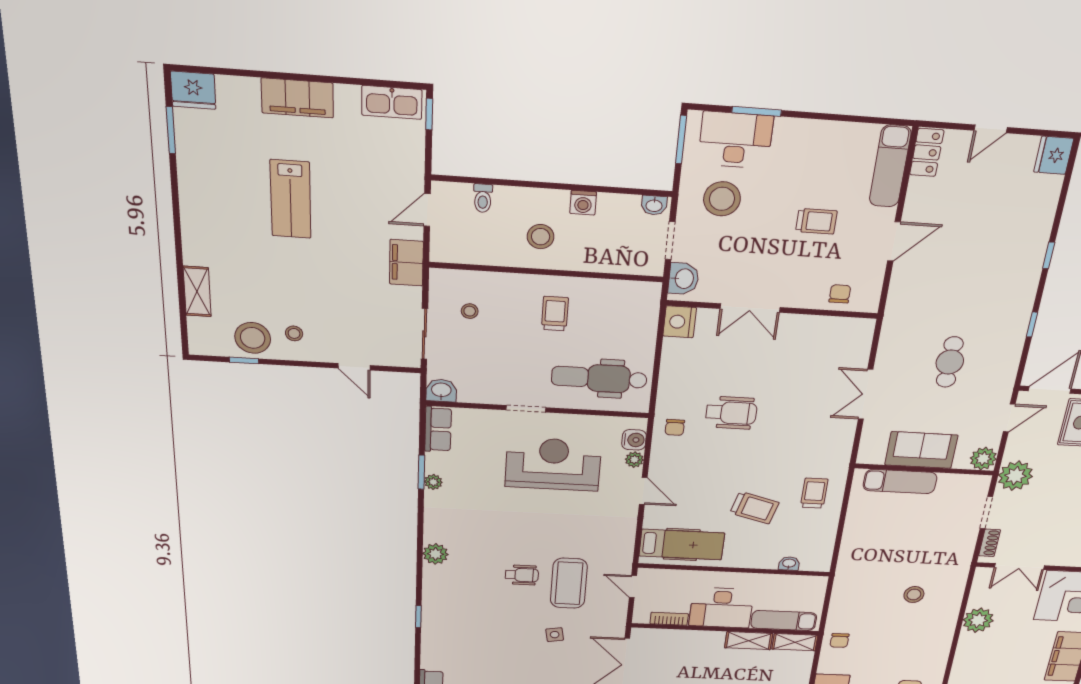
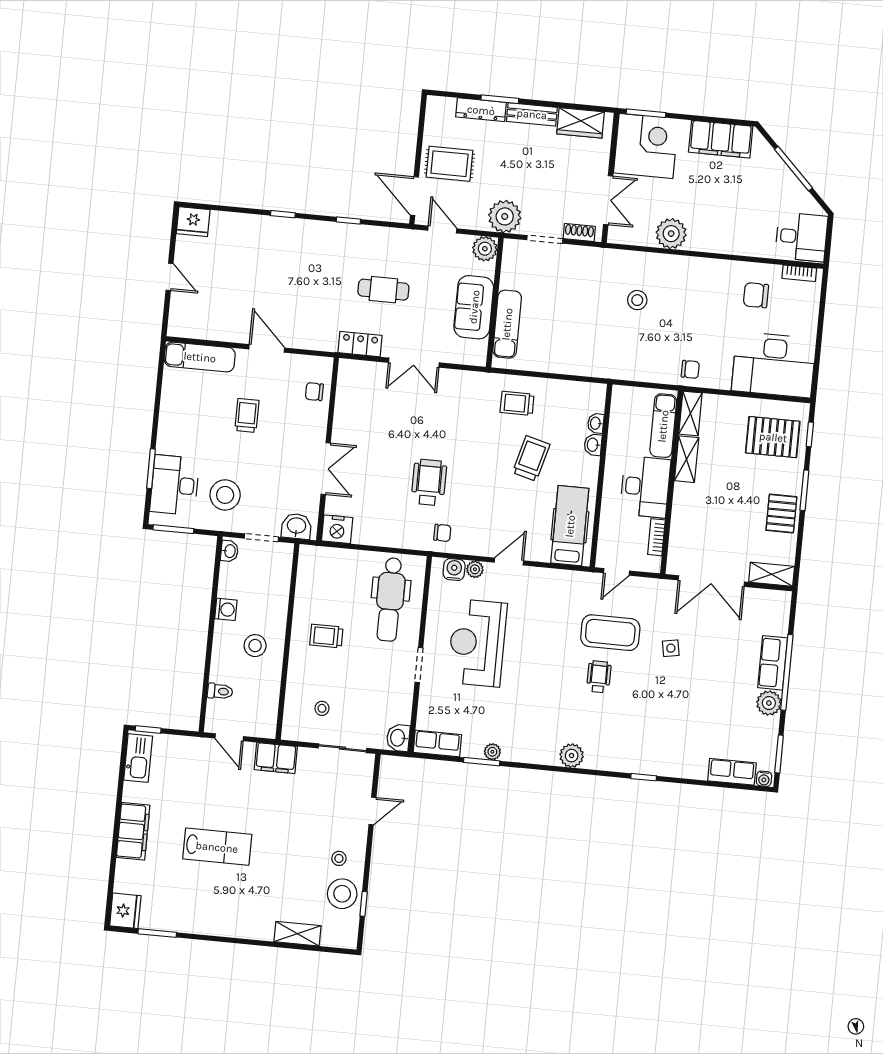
locker: (927, 152) -> (360, 344), moved
washbasin: (767, 562) -> (593, 445), added

